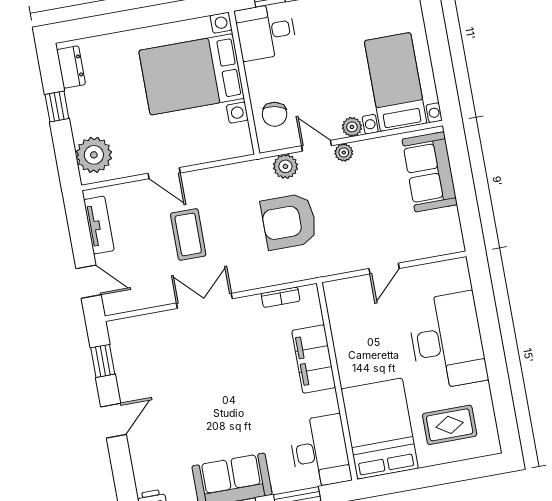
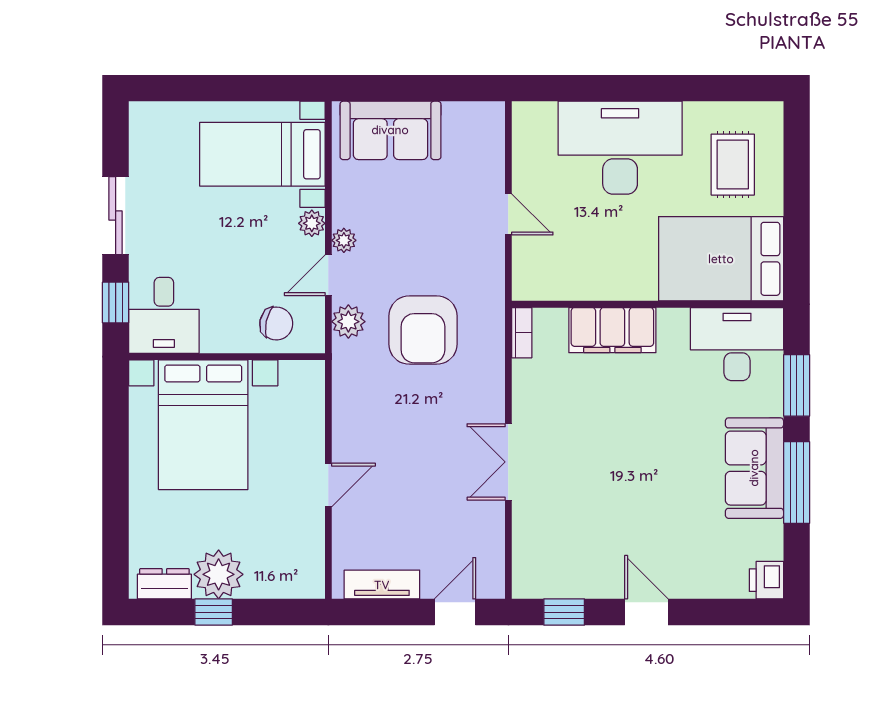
plant: (94, 155) -> (219, 574), moved
coffee table: (188, 234) -> (416, 468), removed
bookcase: (281, 297) -> (522, 333), moved

